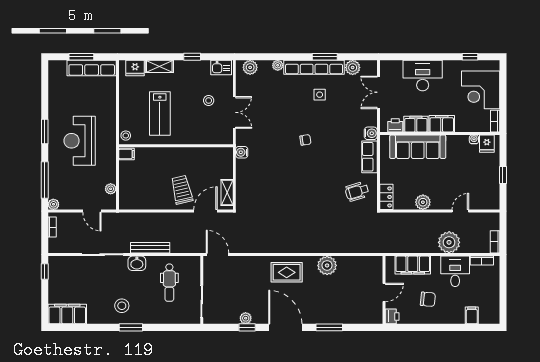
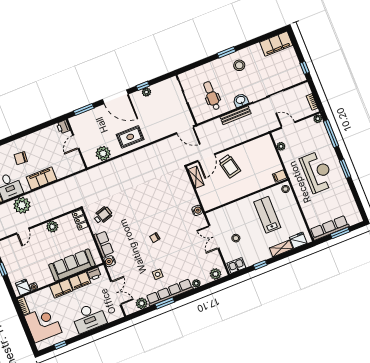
wall: (384, 290) -> (77, 144), moved
door: (384, 292) -> (76, 142), moved
printer: (392, 316) -> (63, 127), moved

